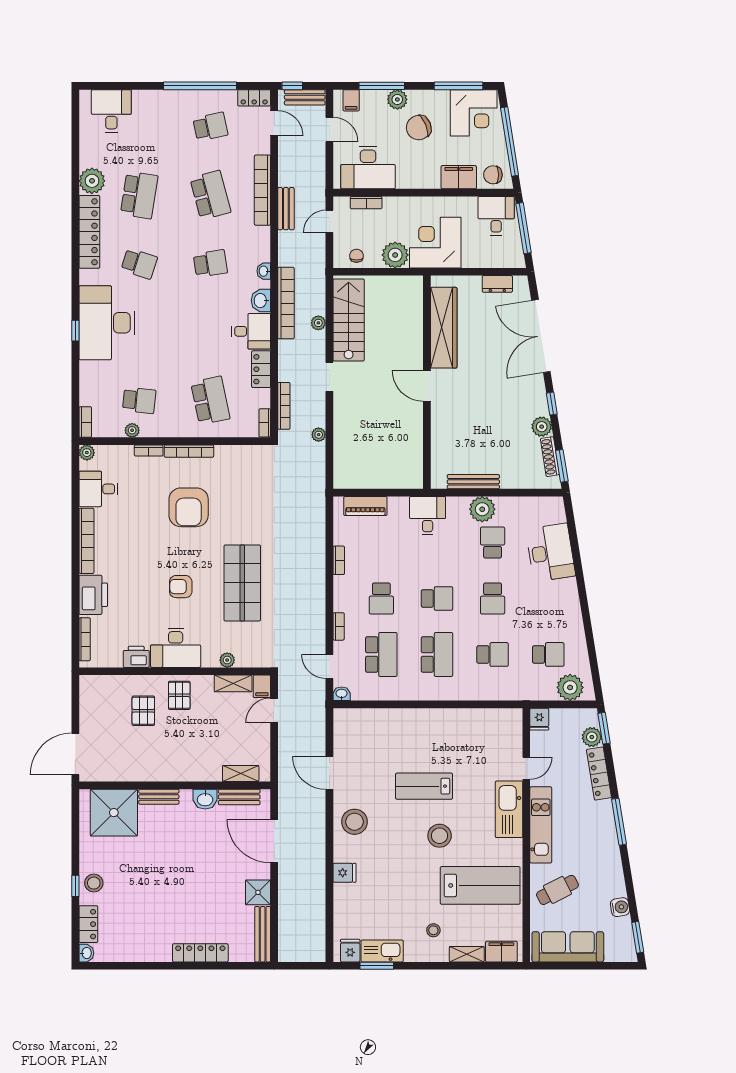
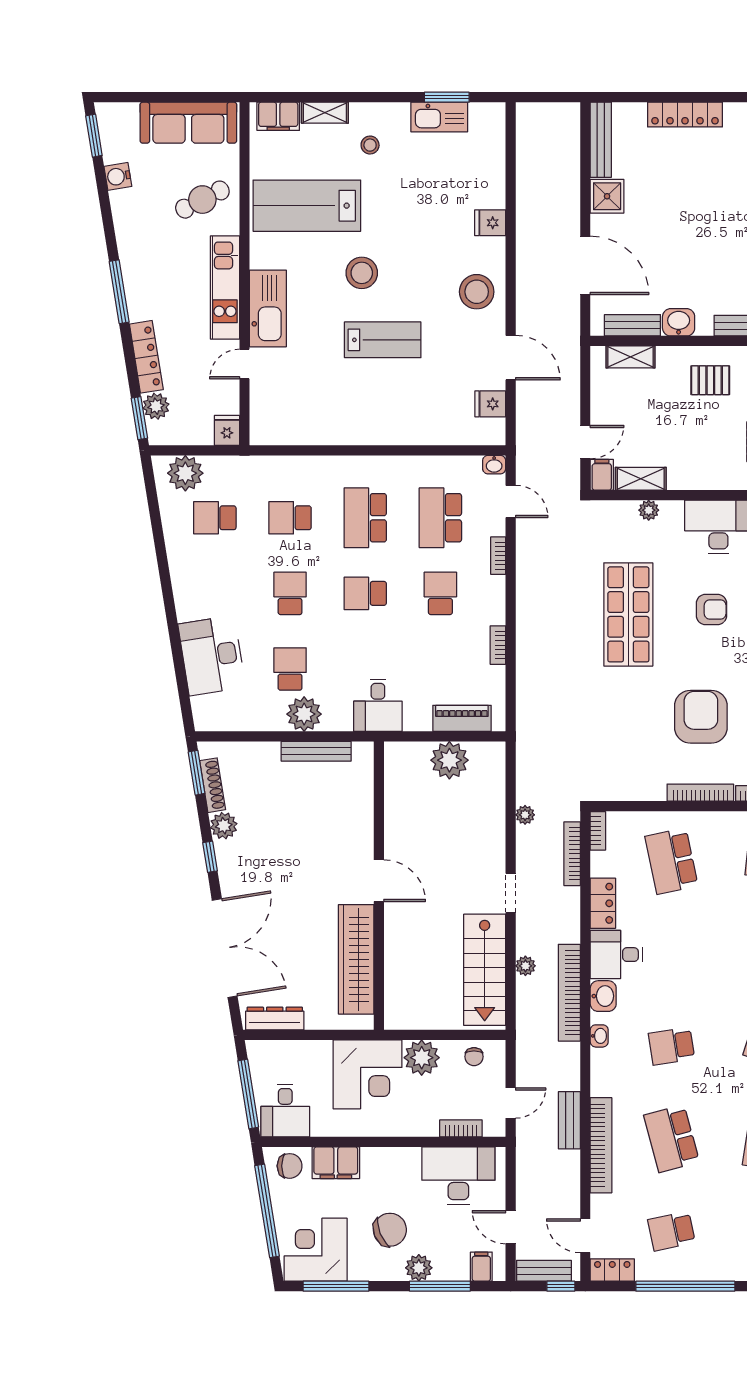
dresser: (497, 284) -> (275, 1019), width x1.44
plant: (375, 475) -> (449, 760), added
school desk: (493, 543) -> (290, 669), turned 180
pallet: (179, 695) -> (710, 380), moved, turned 90
fridge: (350, 951) -> (490, 404), moved, turned 90

